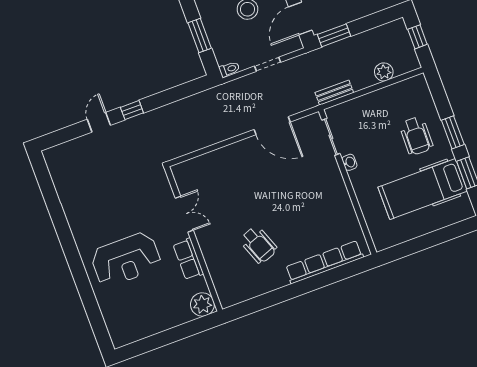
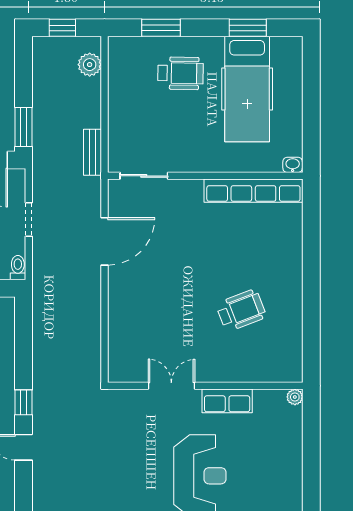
plant: (384, 72) -> (90, 65), moved
window: (453, 132) -> (161, 28), moved
washbasin: (349, 162) -> (293, 165), moved
row of seats: (324, 262) -> (253, 191), moved, turned -90
plant: (202, 304) -> (295, 397), width x0.53, depth x0.53

